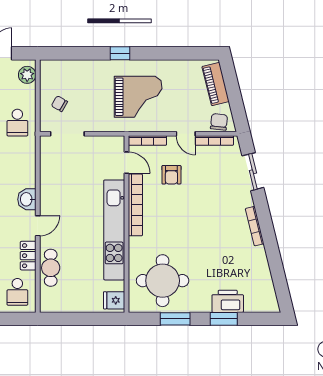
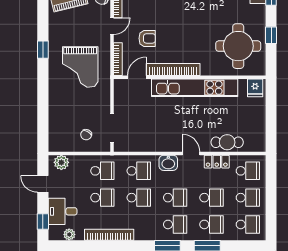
window: (120, 53) -> (43, 50), moved
grand piano: (138, 97) -> (80, 67), turned 180
school desk: (17, 165) -> (139, 171), added
window: (175, 319) -> (271, 35), width x0.67

